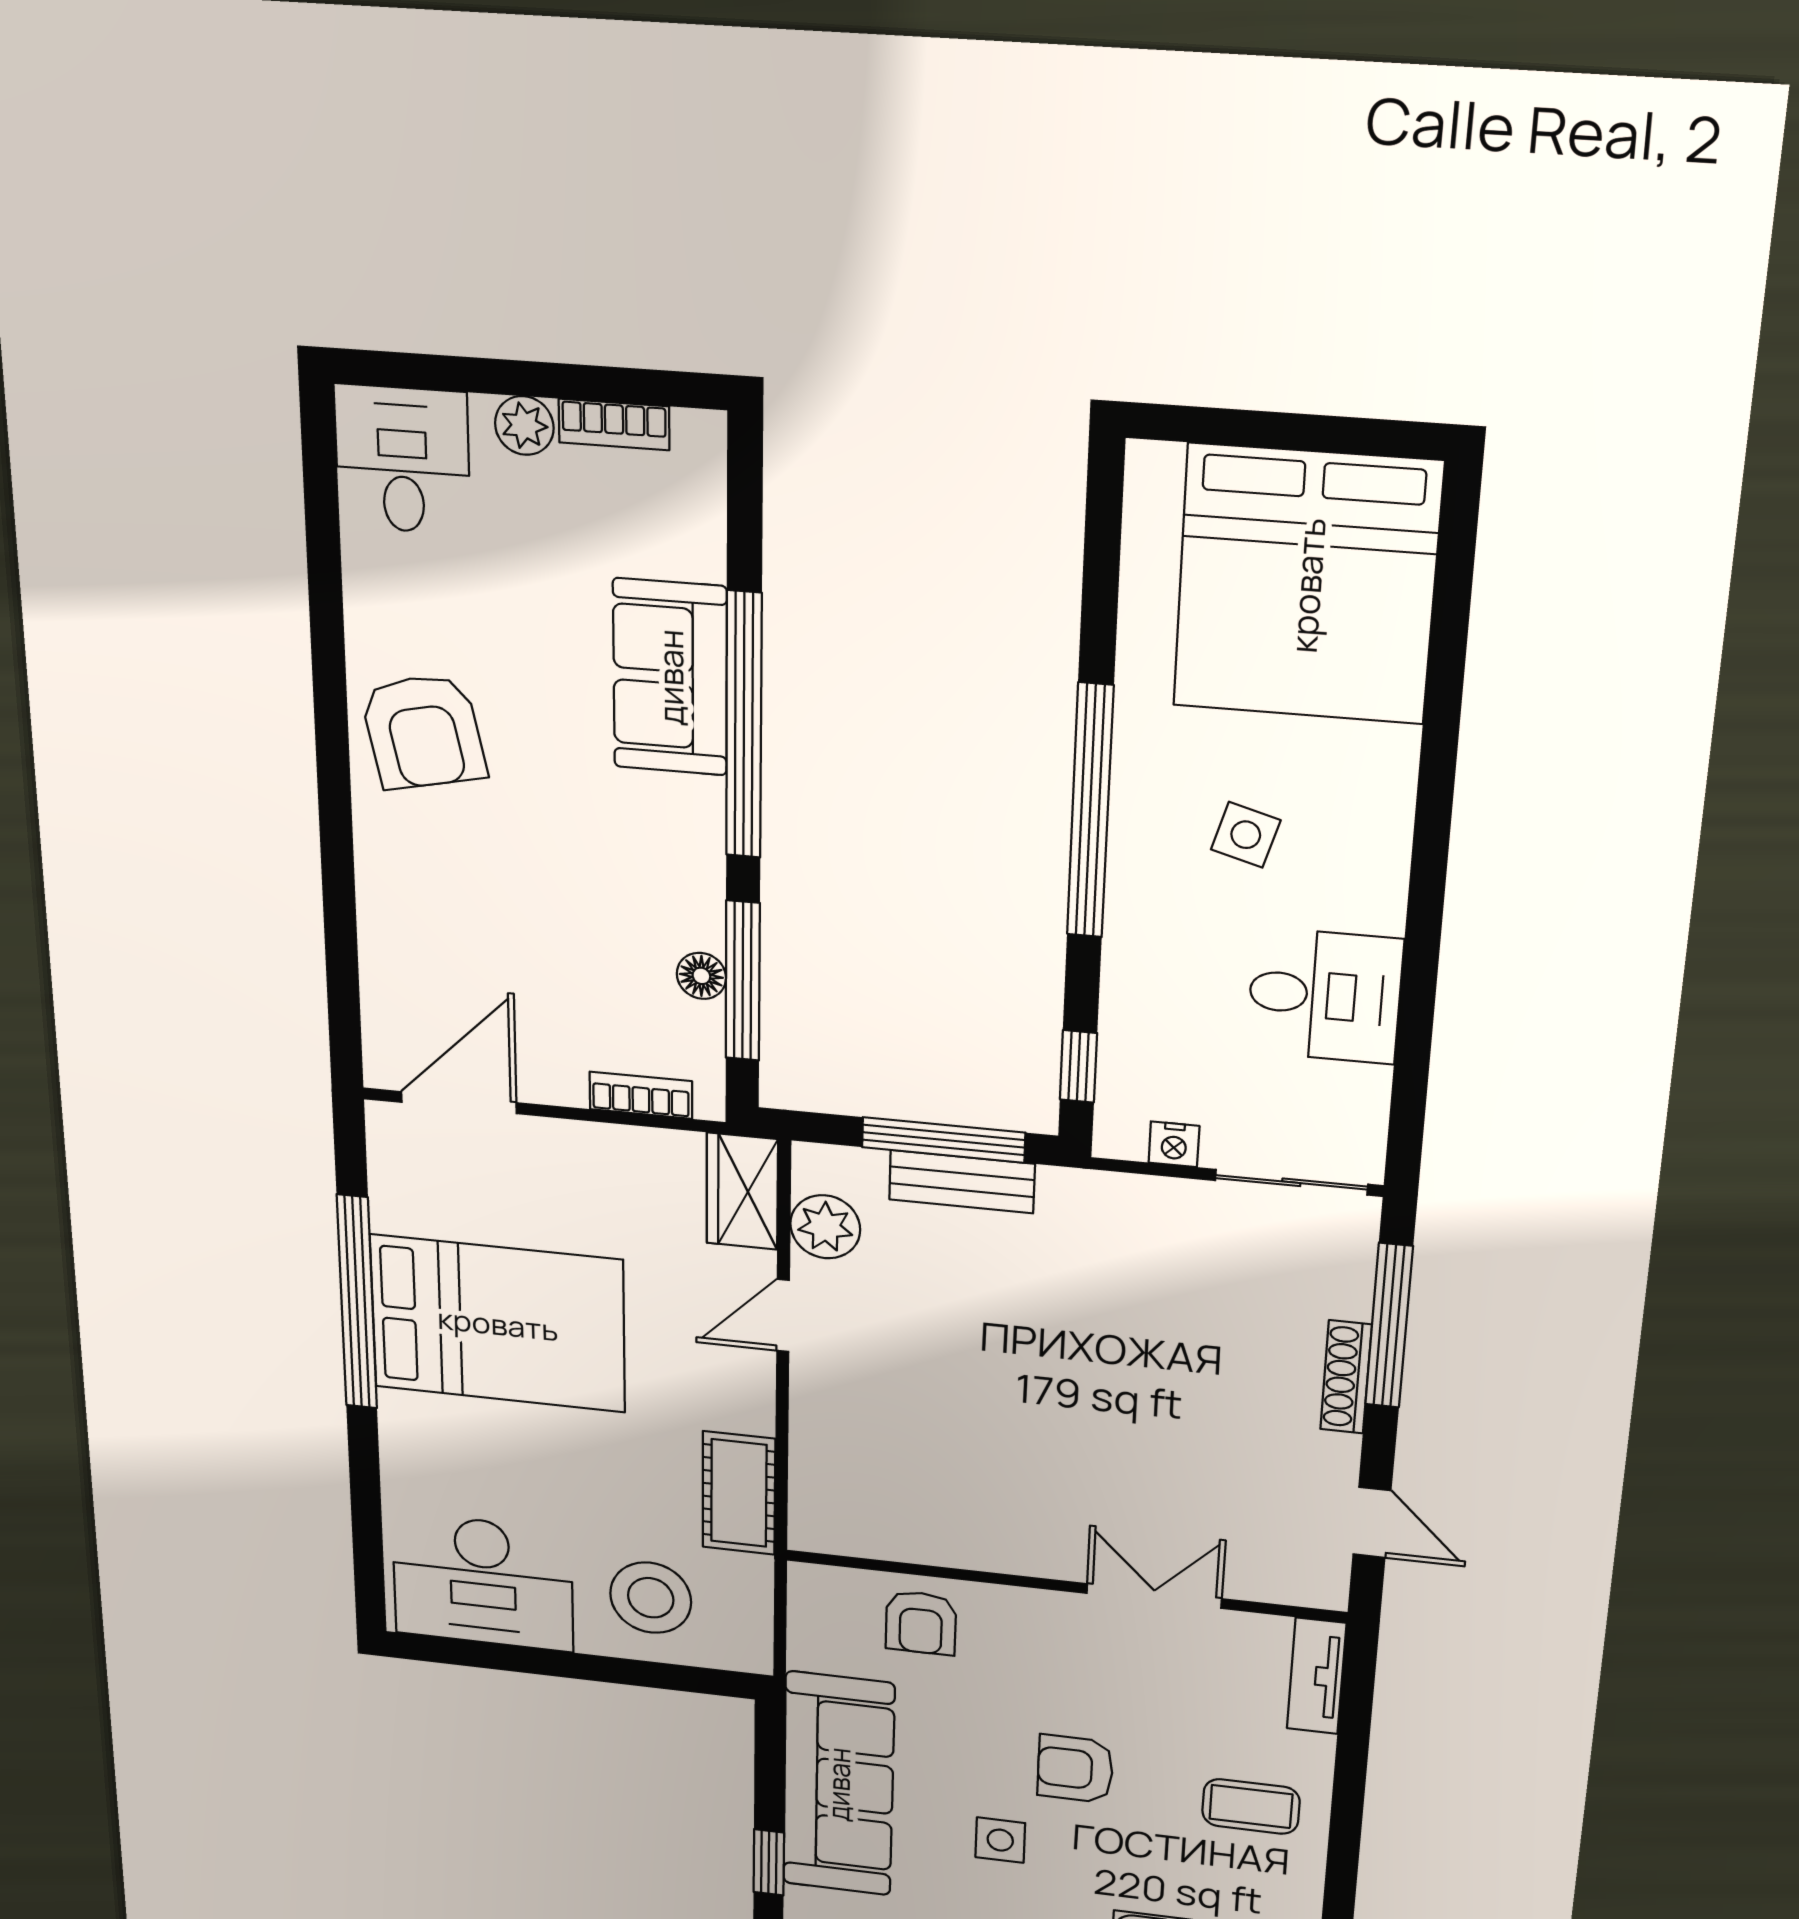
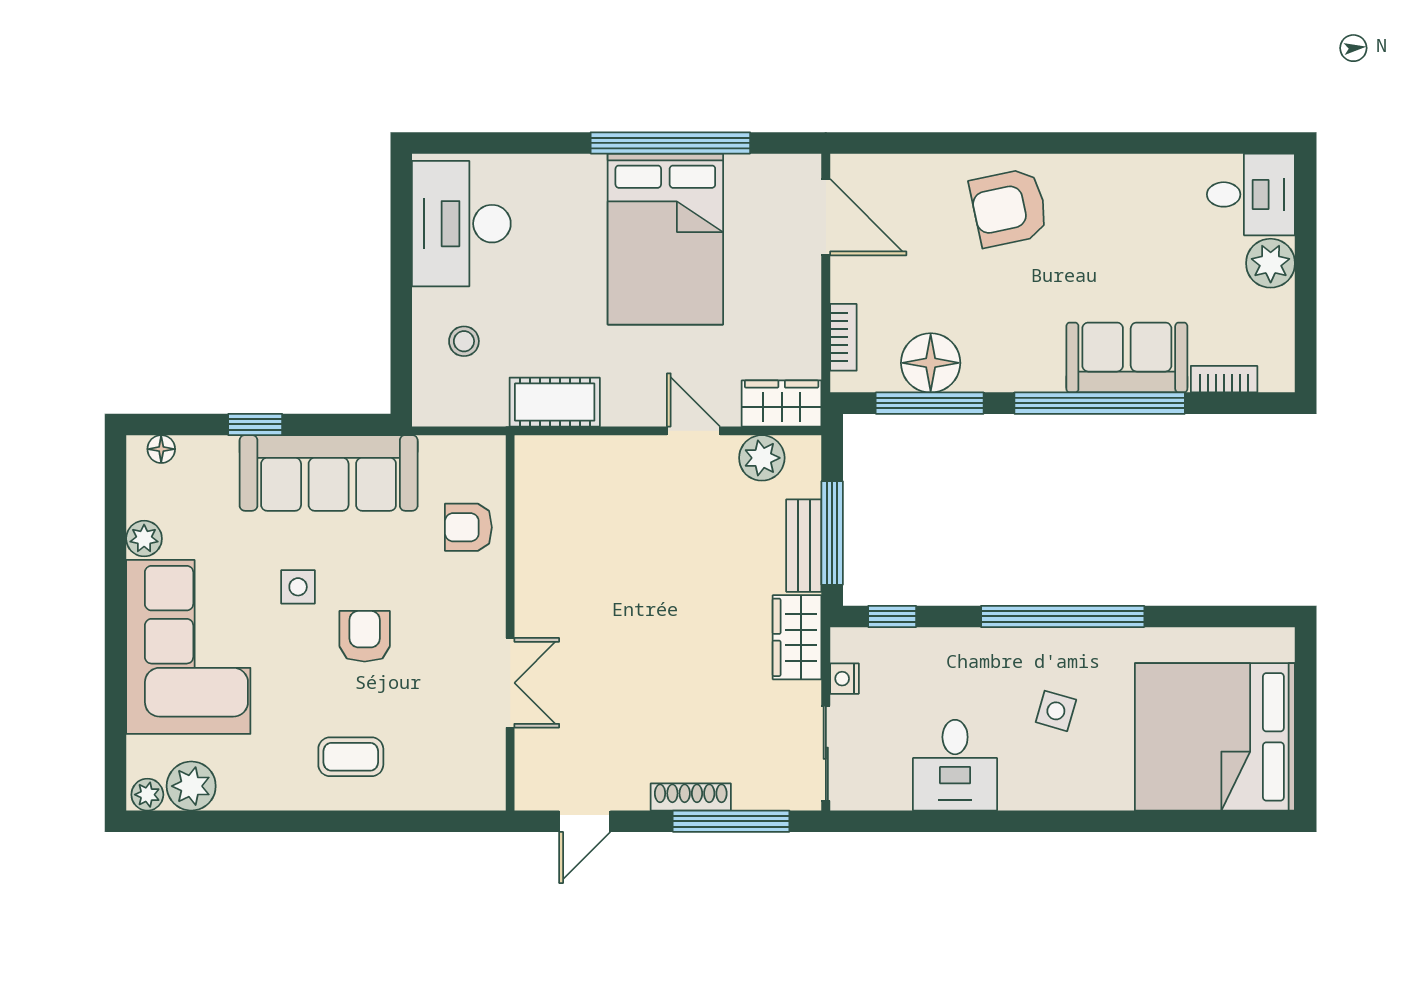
bookcase: (614, 424) -> (1224, 379), moved, turned 90
plant: (524, 426) -> (1271, 263), width x1.38, depth x1.38
armchair: (423, 732) -> (1009, 208), moved
floor lamp: (701, 976) -> (931, 363), width x1.89, depth x1.89
wardrobe: (1105, 1205) -> (797, 637), added
stool: (651, 1598) -> (464, 341), width x0.53, depth x0.53
tv unit: (1317, 1676) -> (462, 794), removed
coffee table: (1251, 1806) -> (351, 757), turned 90

